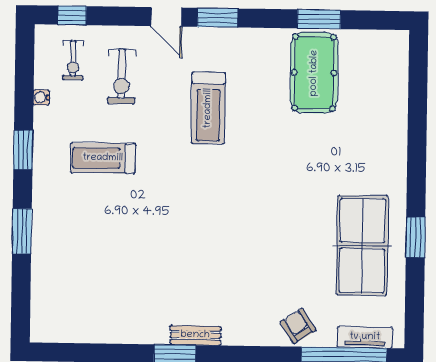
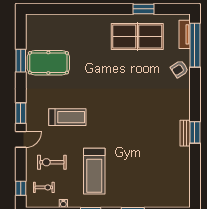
exercise bike: (122, 76) -> (52, 162), turned 180
treadmill: (103, 158) -> (94, 171), width x1.37, depth x1.38
window: (415, 237) -> (144, 9), moved
bench: (195, 335) -> (185, 133), moved

